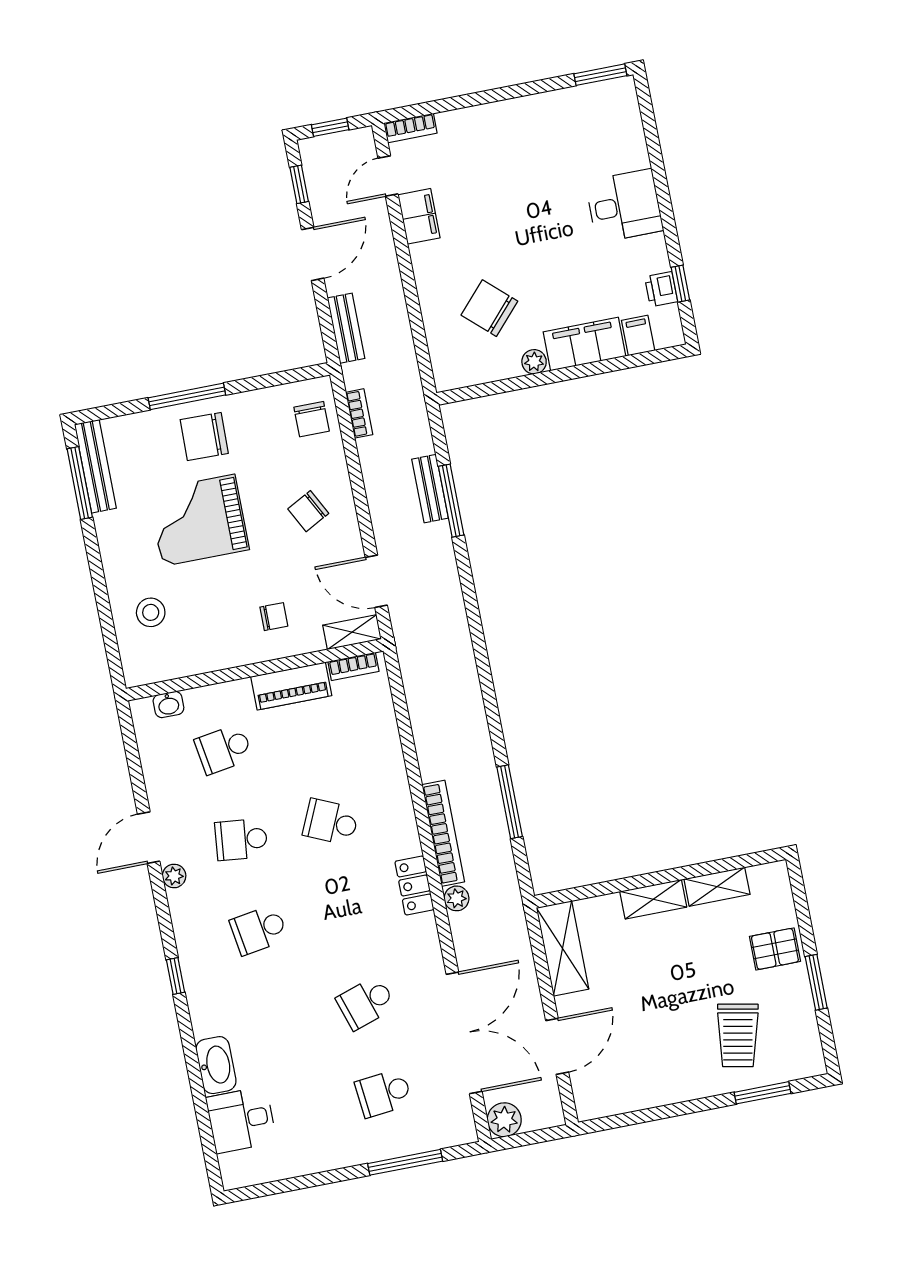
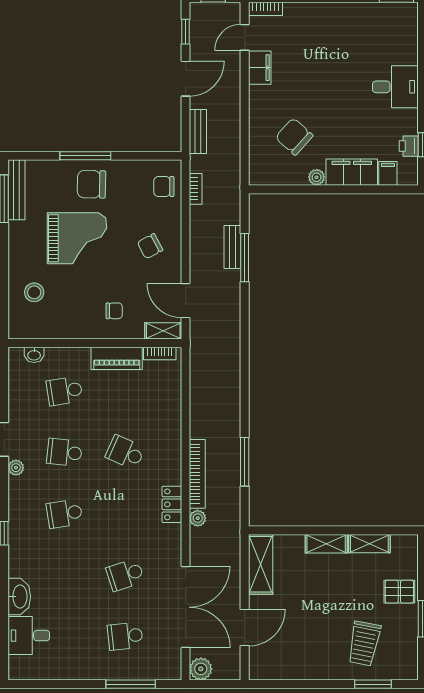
chair: (312, 419) -> (164, 186), turned 90
grand piano: (199, 520) -> (77, 238), turned 180

